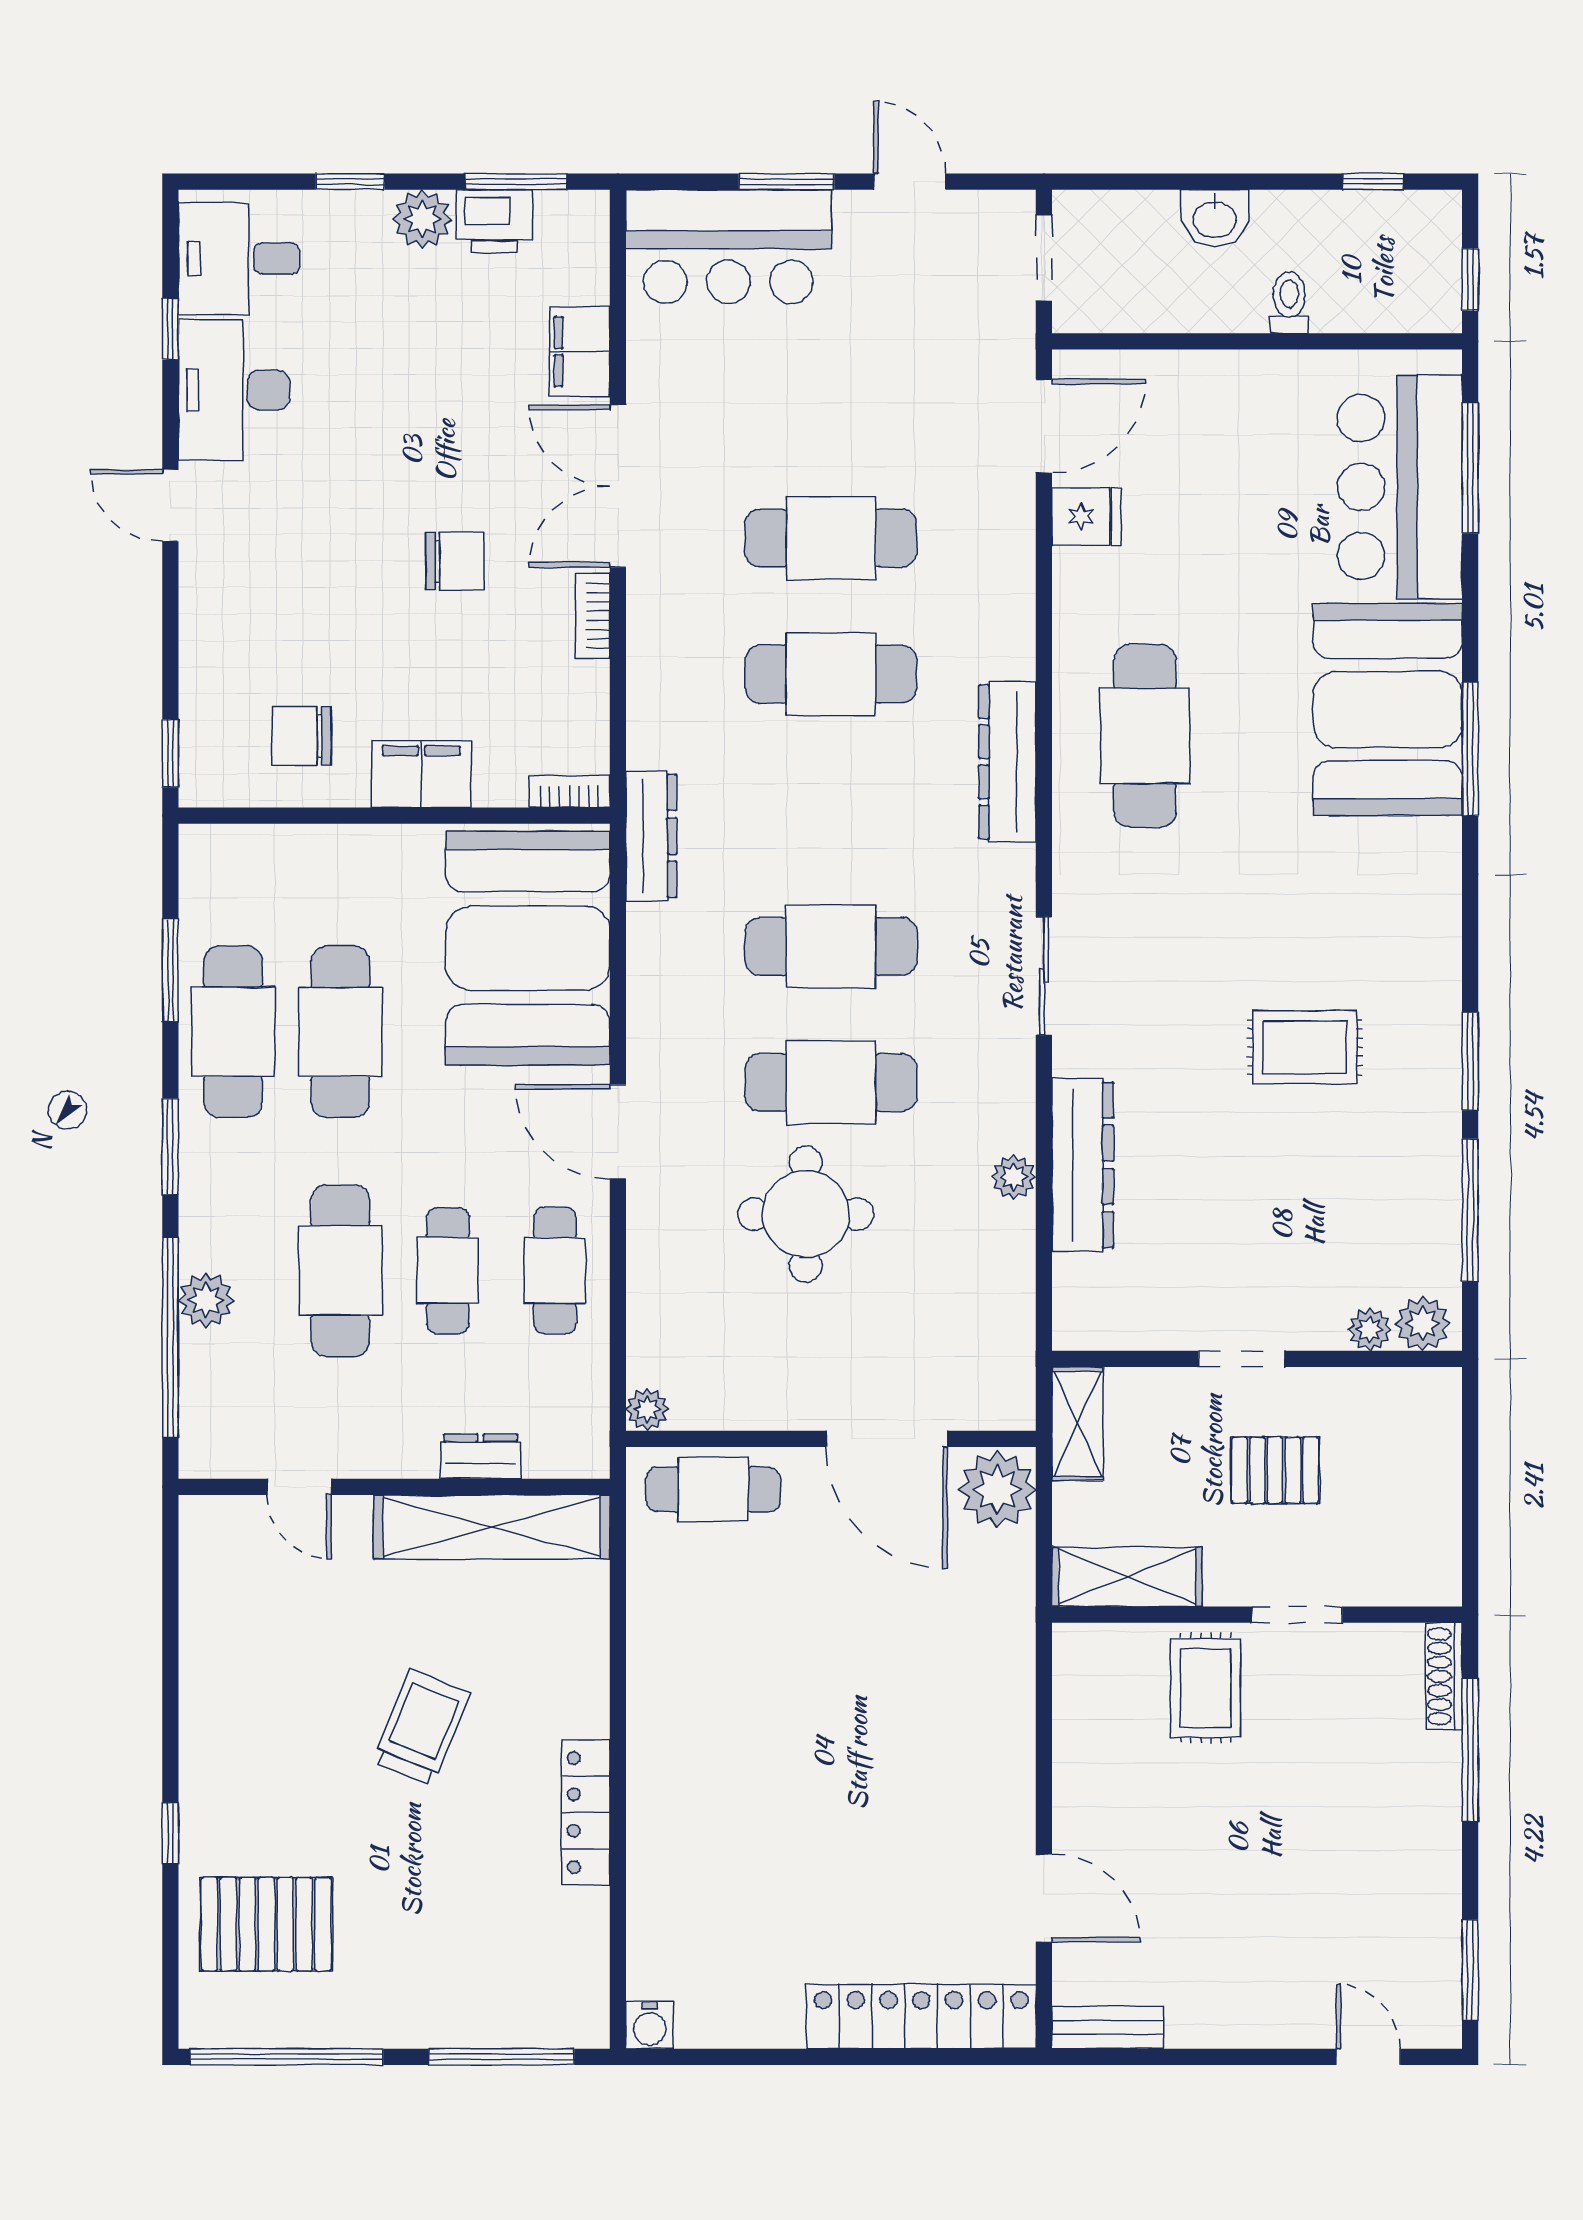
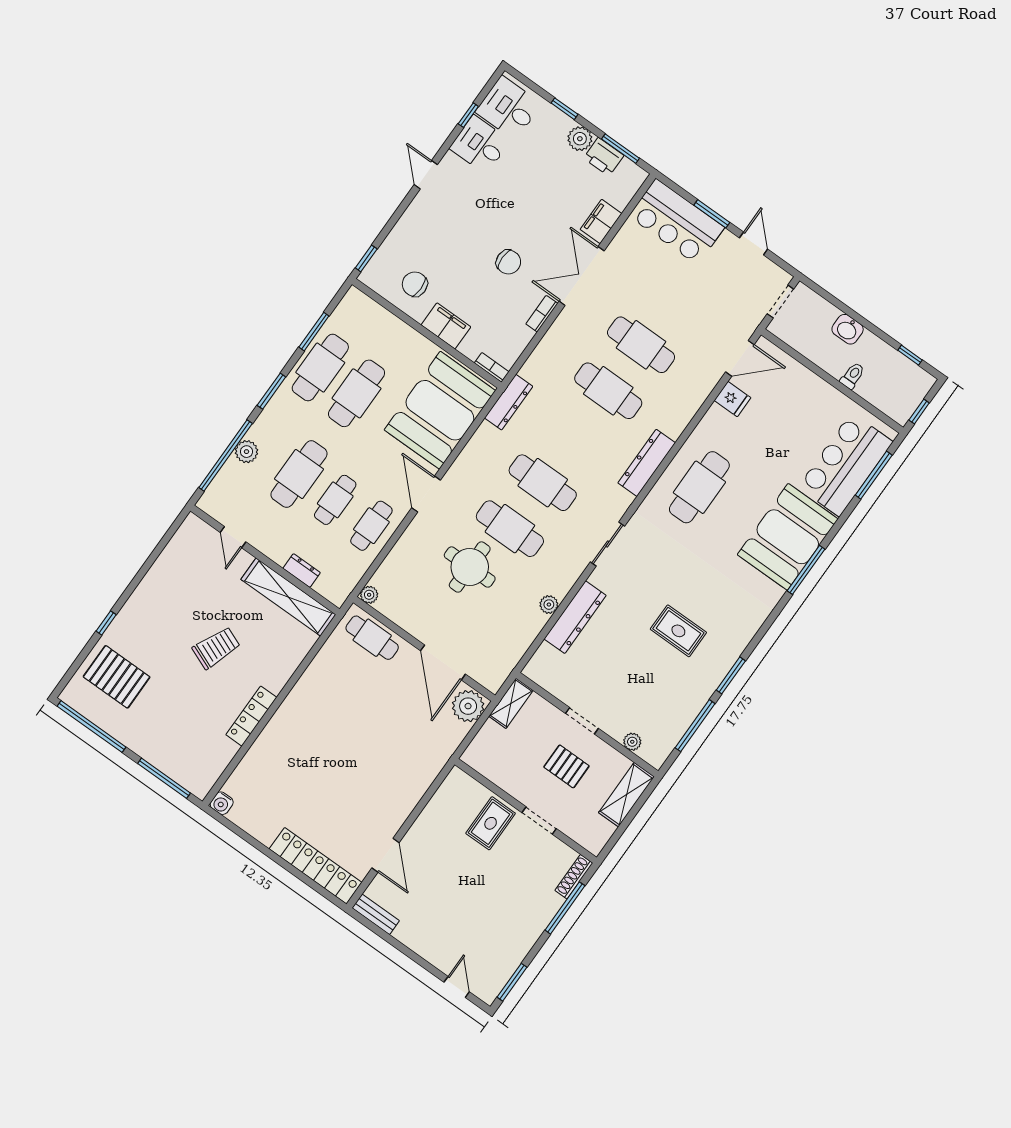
desk: (234, 390) -> (480, 145), width x0.73
plant: (1423, 1324) -> (652, 753), removed
shelving: (1127, 1577) -> (626, 795), moved, turned 90

